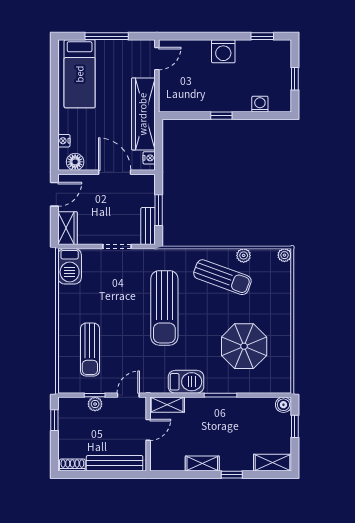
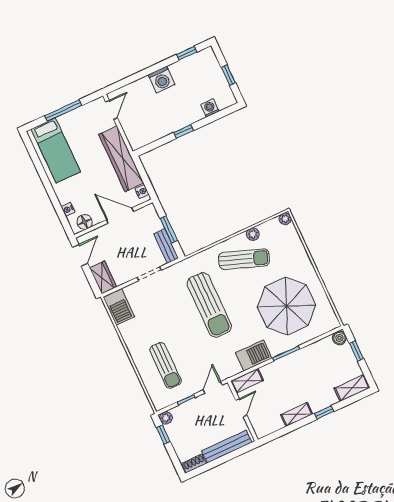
parasol: (244, 346) -> (287, 306), width x1.36, depth x1.36
plant: (95, 404) -> (166, 418), moved

